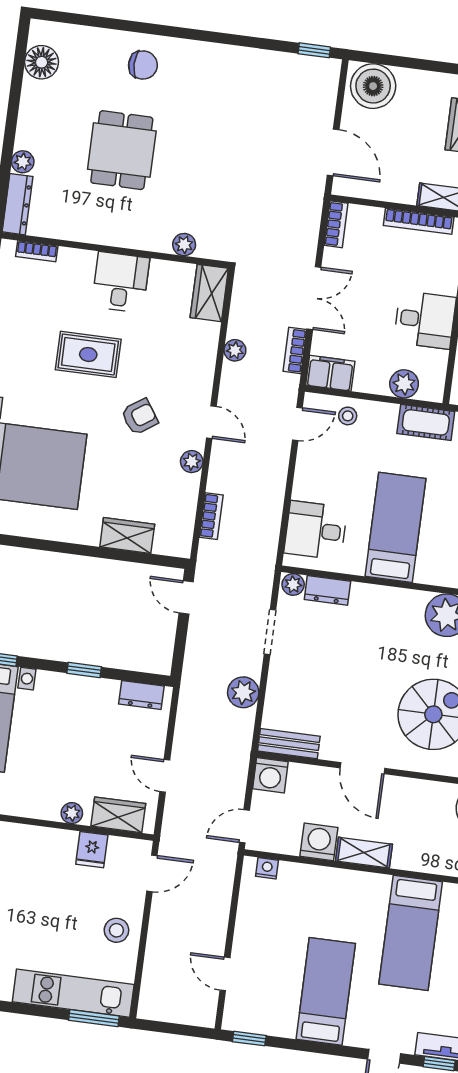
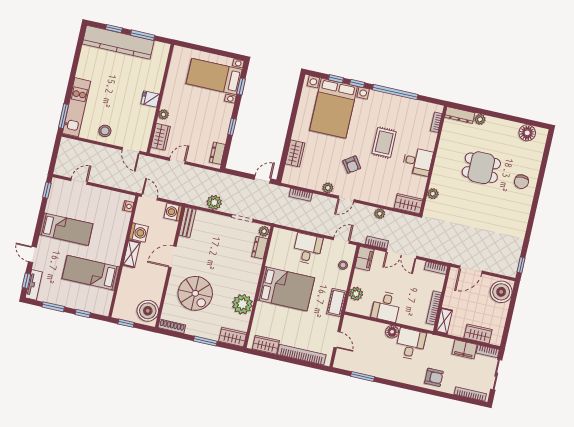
door: (297, 424) -> (341, 240), swing flipped
bed: (395, 527) -> (286, 289), width x1.50
desk: (316, 530) -> (308, 249), moved
fridge: (92, 850) -> (150, 99), moved

